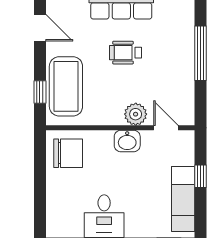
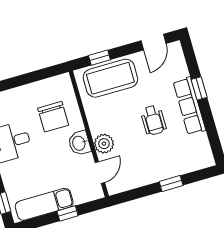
wheelchair: (126, 53) -> (153, 120), turned 180
window: (200, 53) -> (171, 184), width x0.46
chair: (68, 153) -> (53, 117), moved

